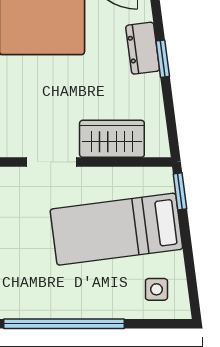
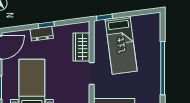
side table: (156, 289) -> (147, 28), removed

